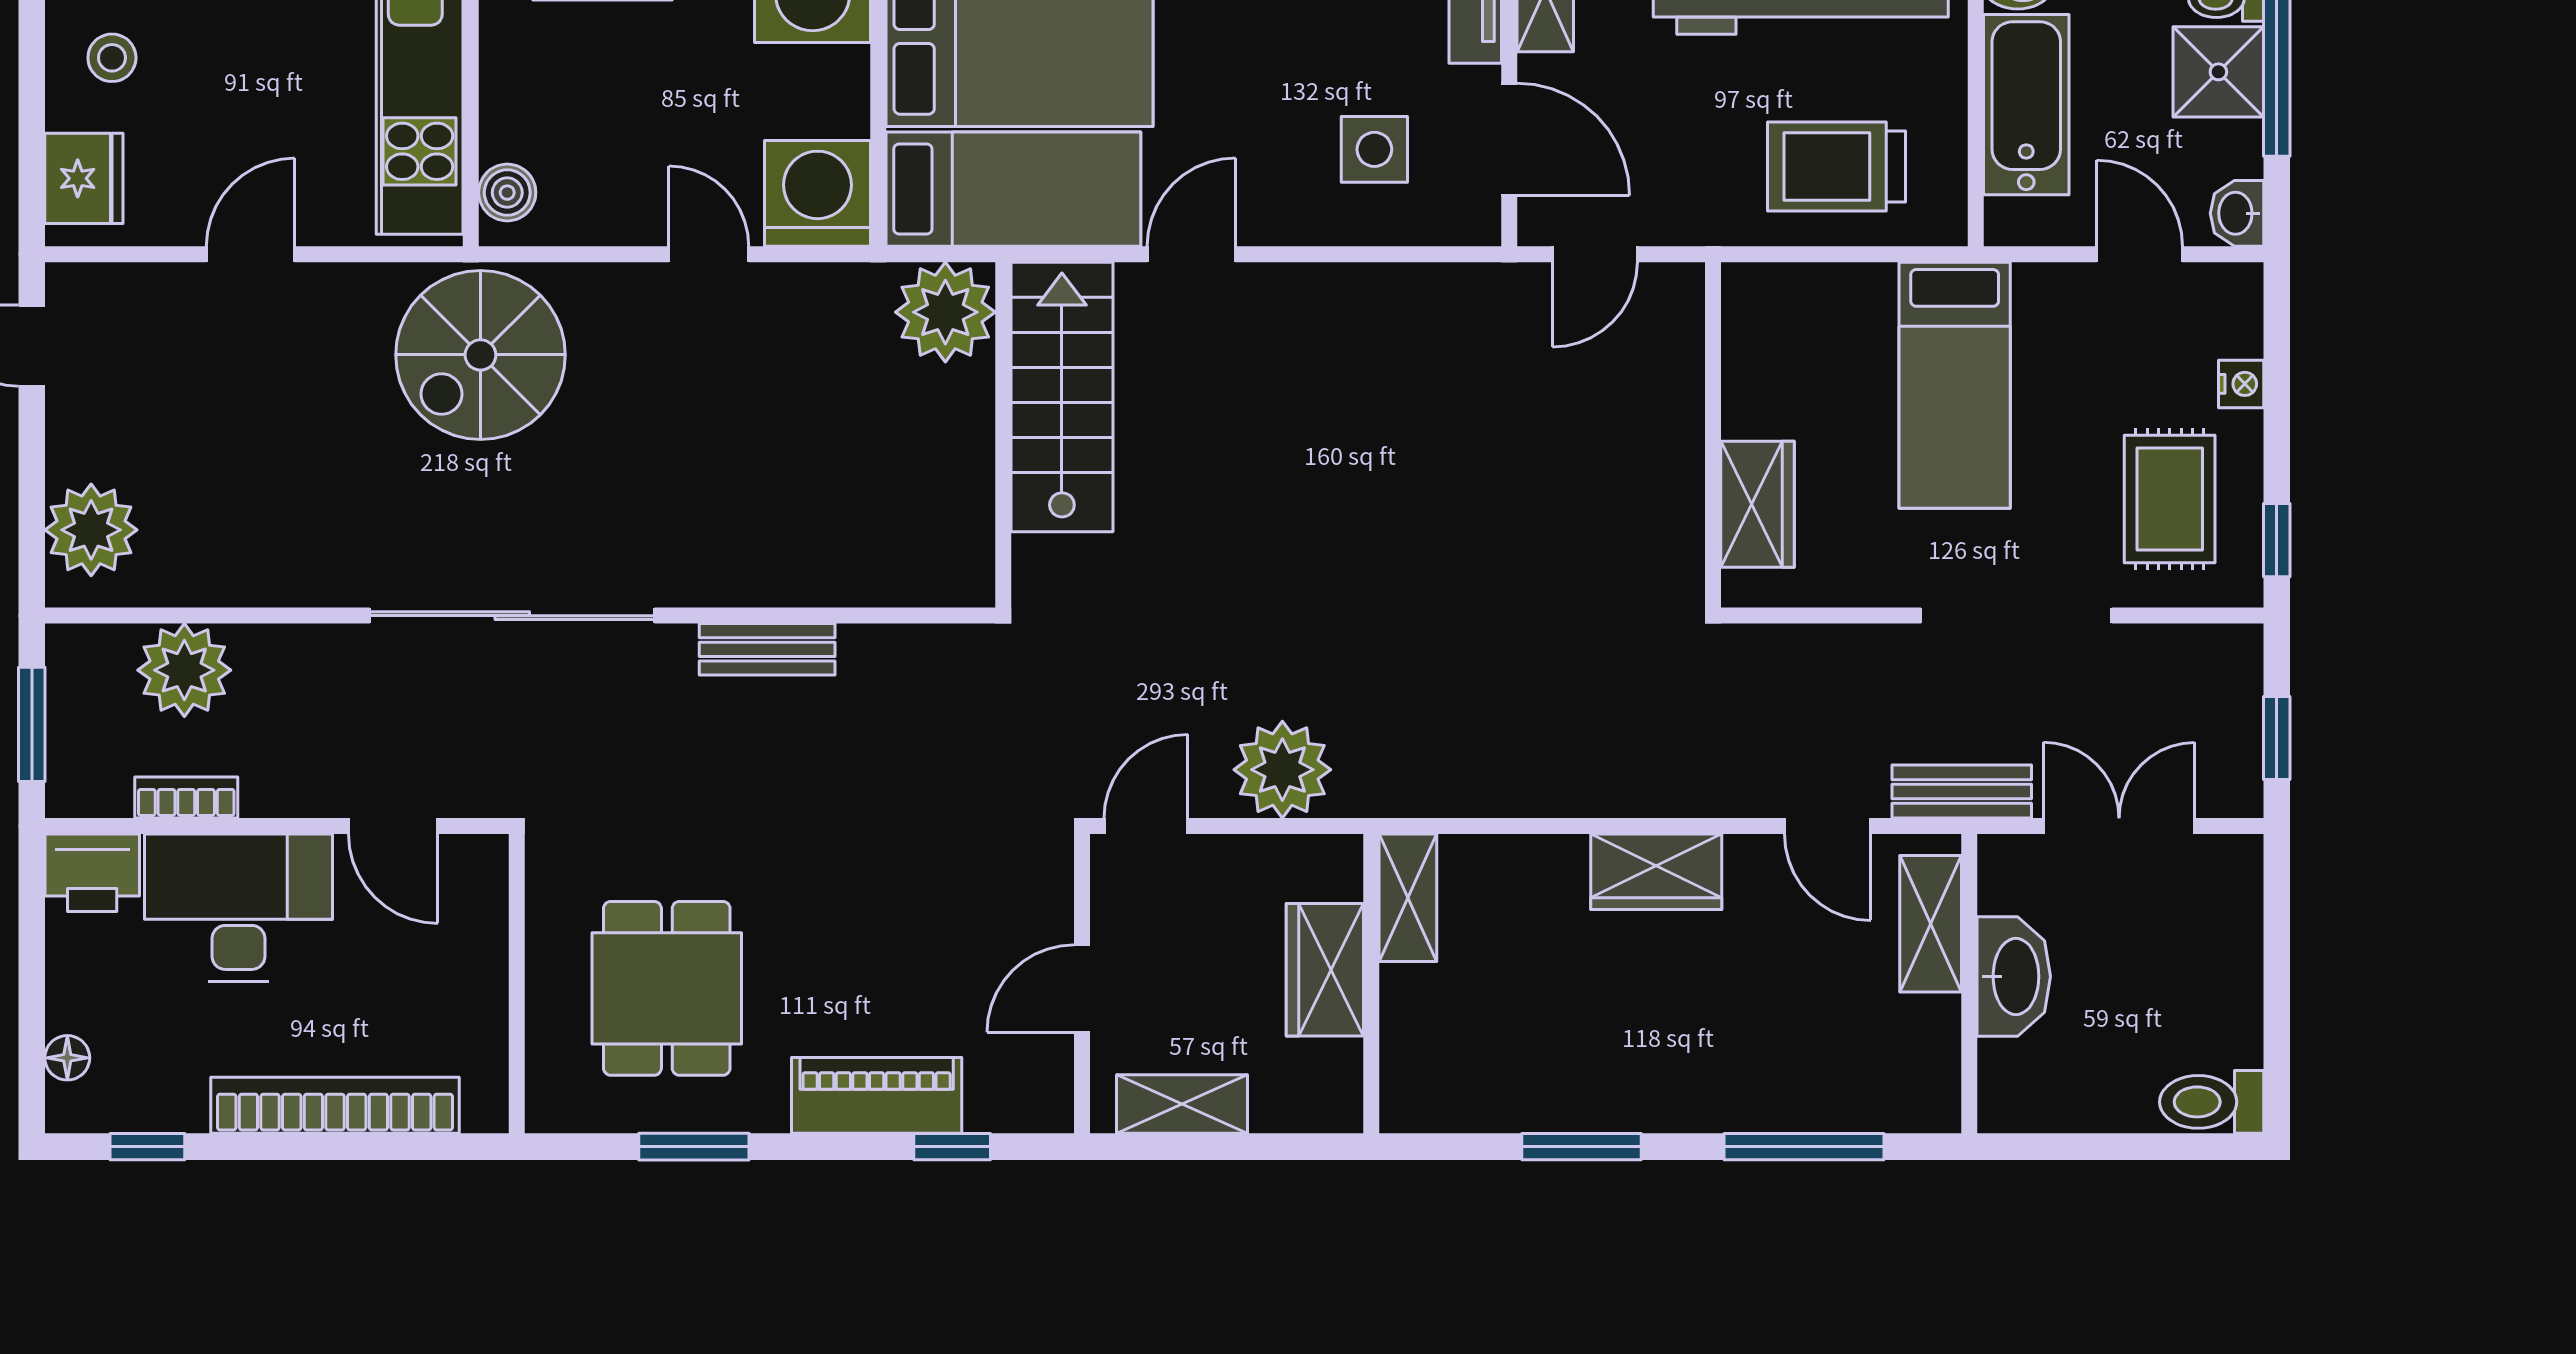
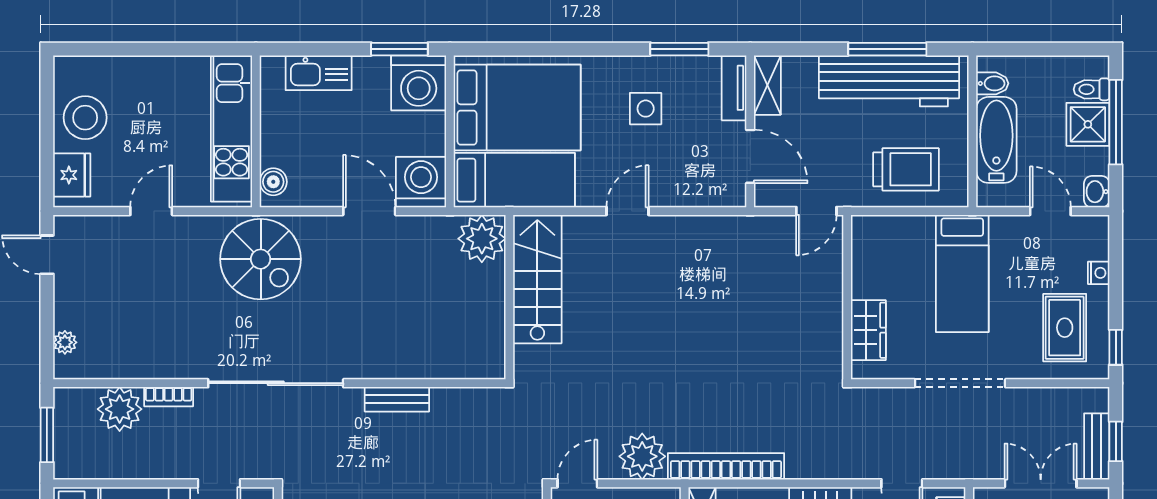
stool: (112, 58) -> (85, 118), width x1.89, depth x1.89
side table: (1374, 149) -> (646, 109), moved
trolley: (1836, 166) -> (906, 169), turned 180
door: (709, 254) -> (369, 211), width x1.38
door: (1191, 254) -> (627, 211), moved
door: (1595, 254) -> (816, 211), moved
spiral stairs: (480, 355) -> (261, 259), turned -90
plant: (91, 530) -> (65, 342), width x0.53, depth x0.53
doorway: (2016, 616) -> (960, 383), moved
bookcase: (1458, 790) -> (726, 466), added
bench: (1962, 791) -> (1097, 446), moved, turned 90
bookcase: (186, 797) -> (169, 397), moved, turned 180

